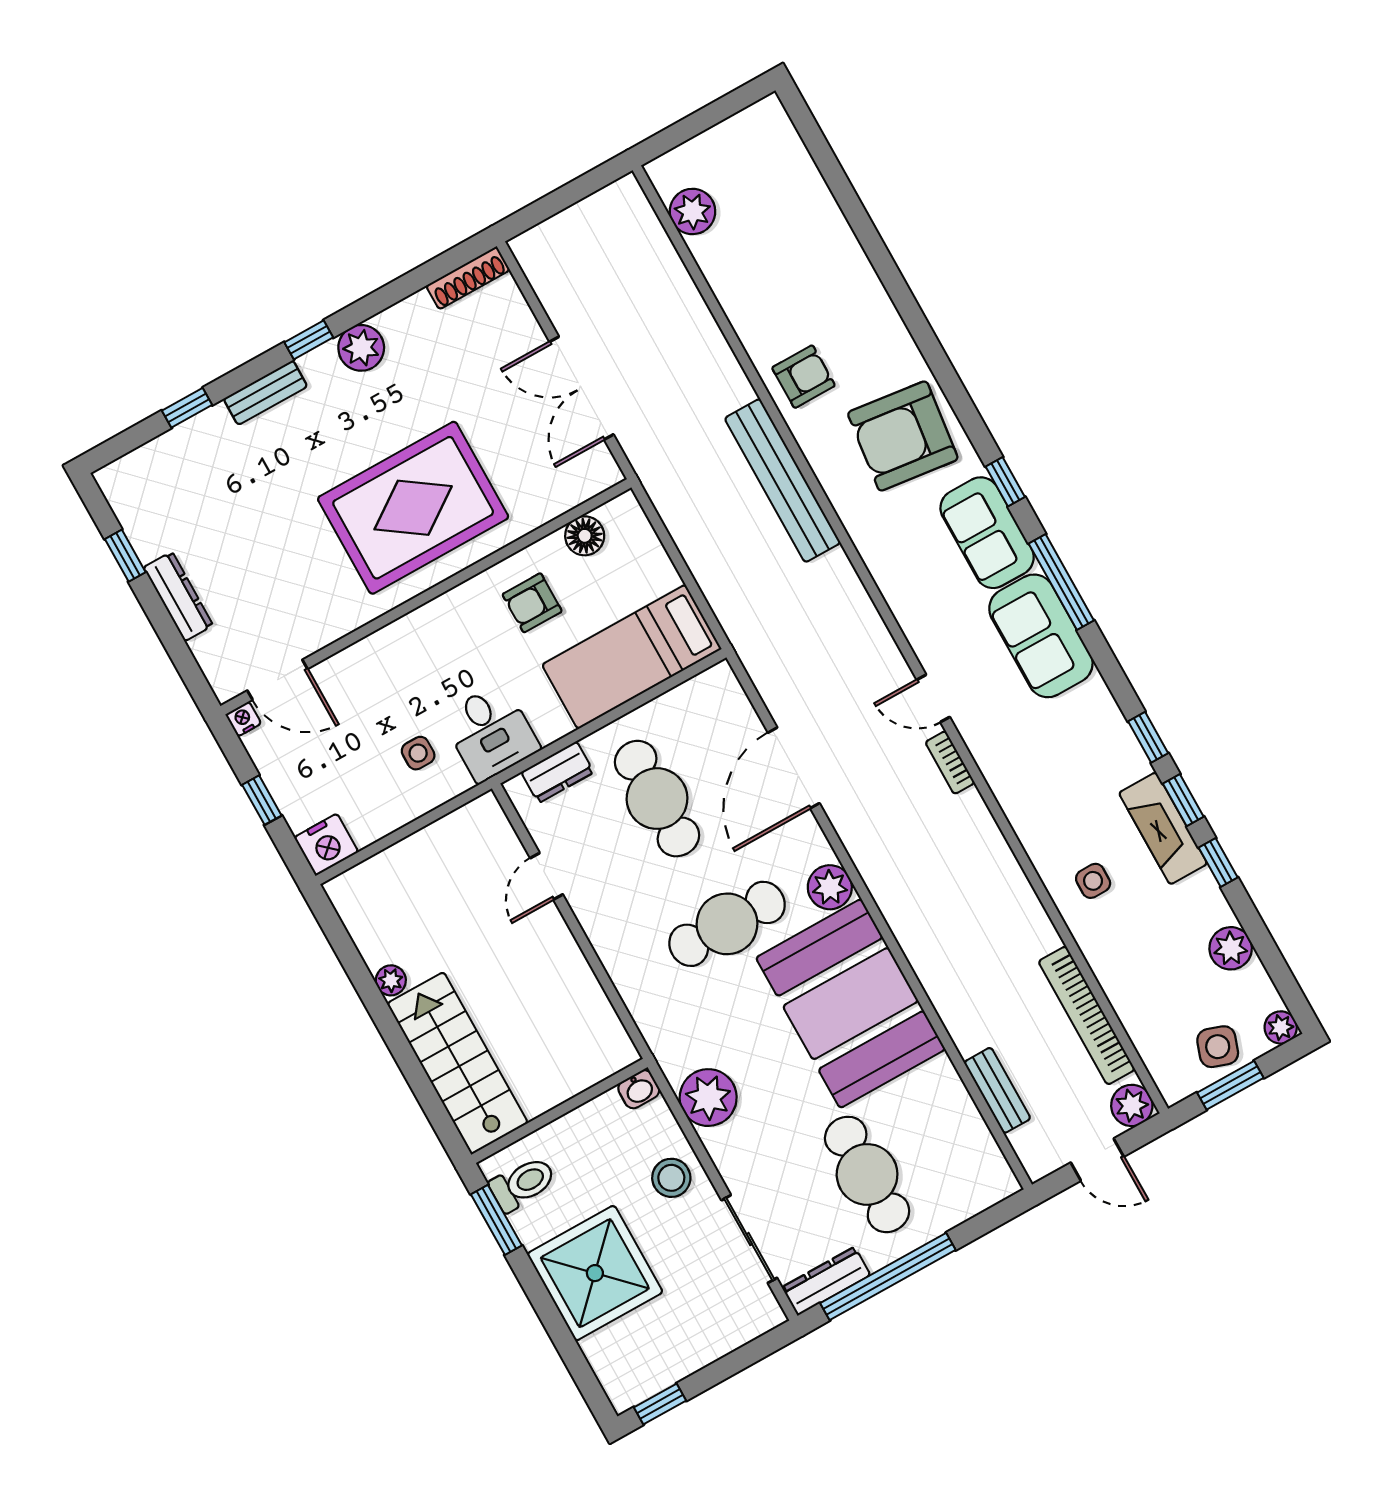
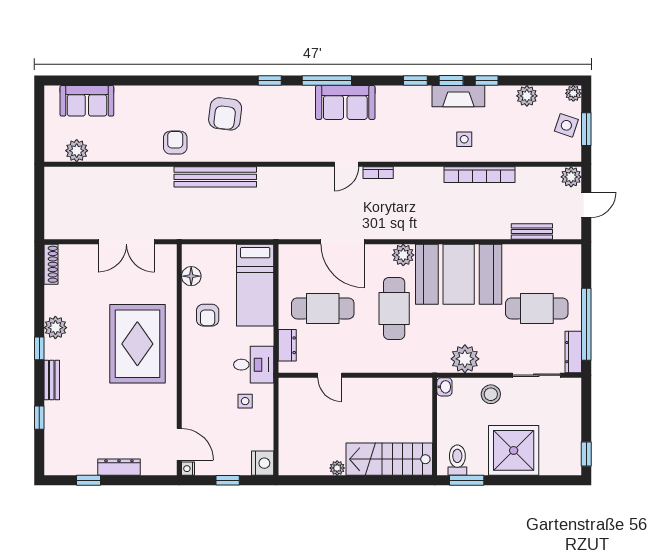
armchair: (903, 436) -> (225, 114), width x0.73, depth x0.73
sofa: (987, 533) -> (87, 101), moved
door: (277, 680) -> (179, 444), hinge flipped
bookcase: (1087, 1015) -> (480, 175), moved

